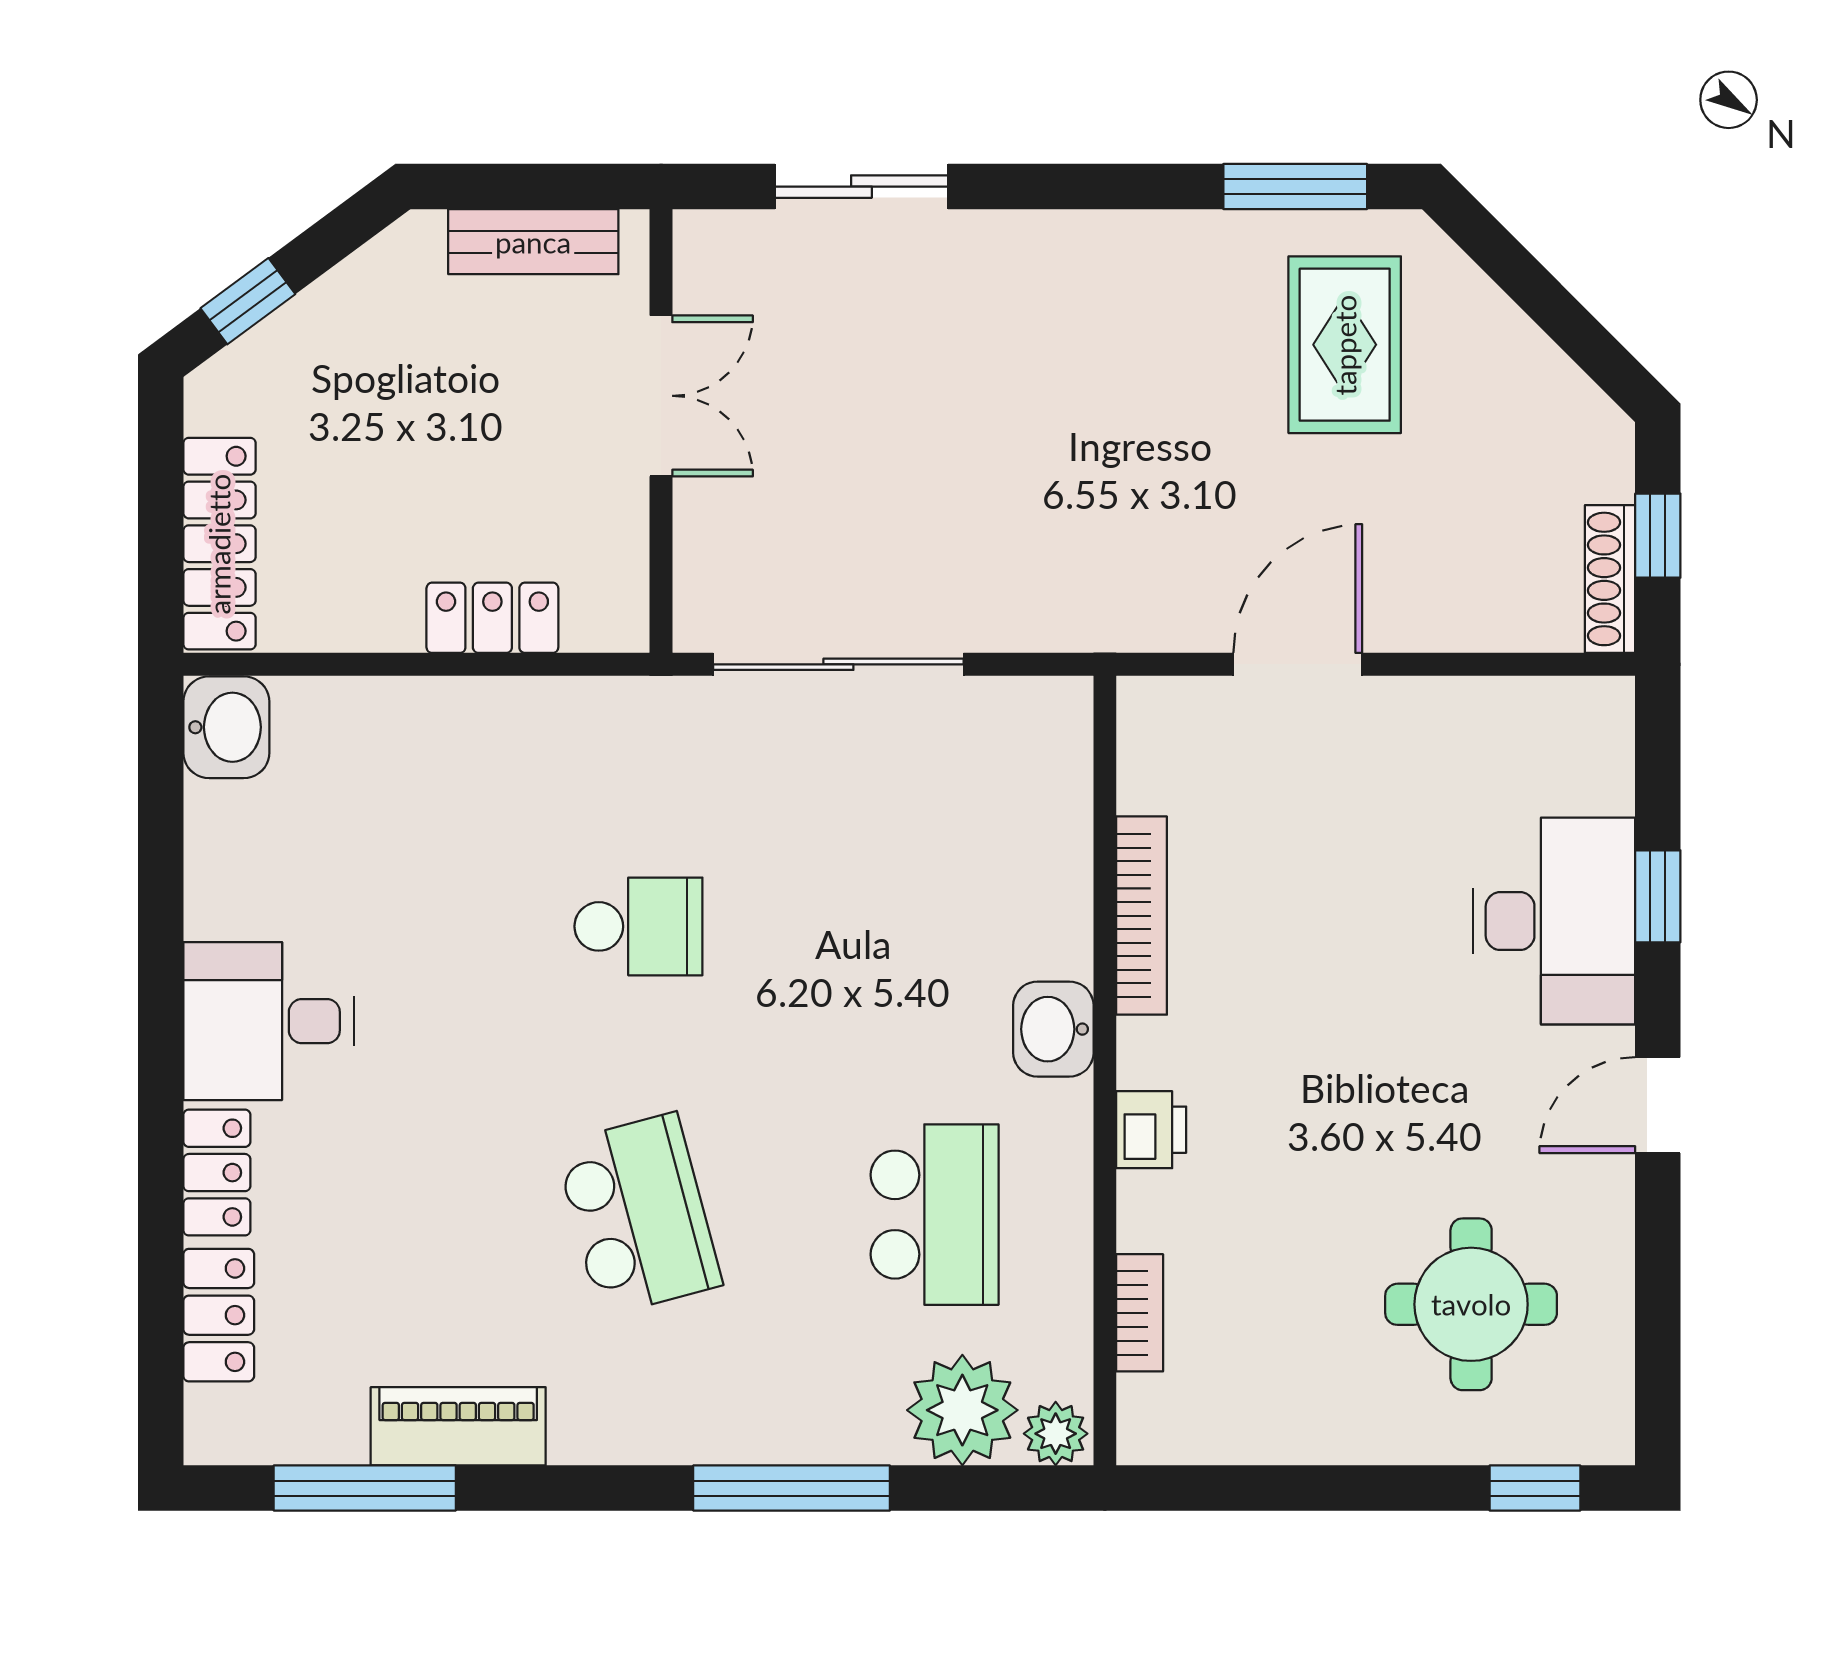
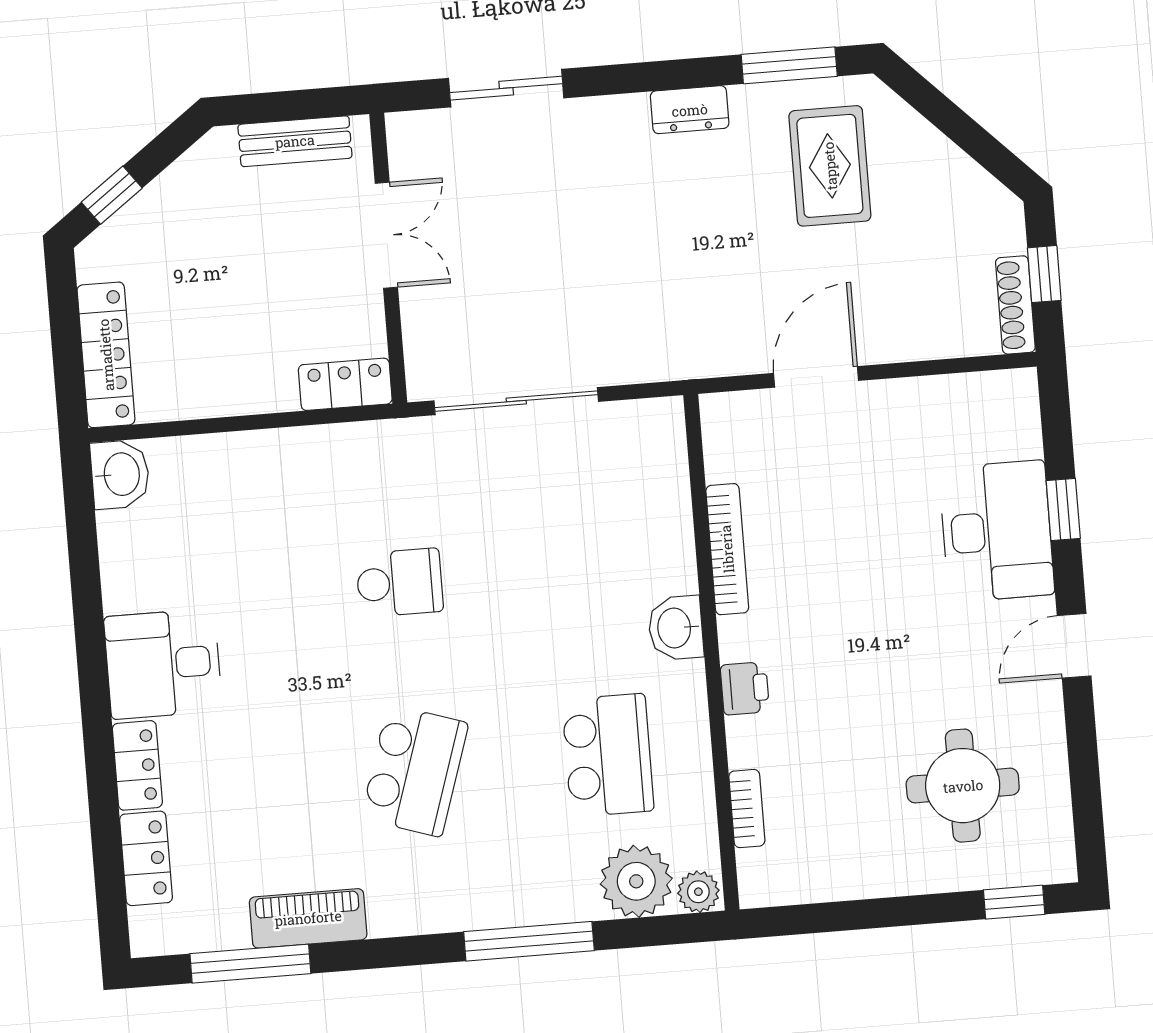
dresser: (1138, 242) -> (690, 110), added
locker: (492, 618) -> (345, 384), moved
school desk: (638, 1215) -> (415, 771), turned 33

